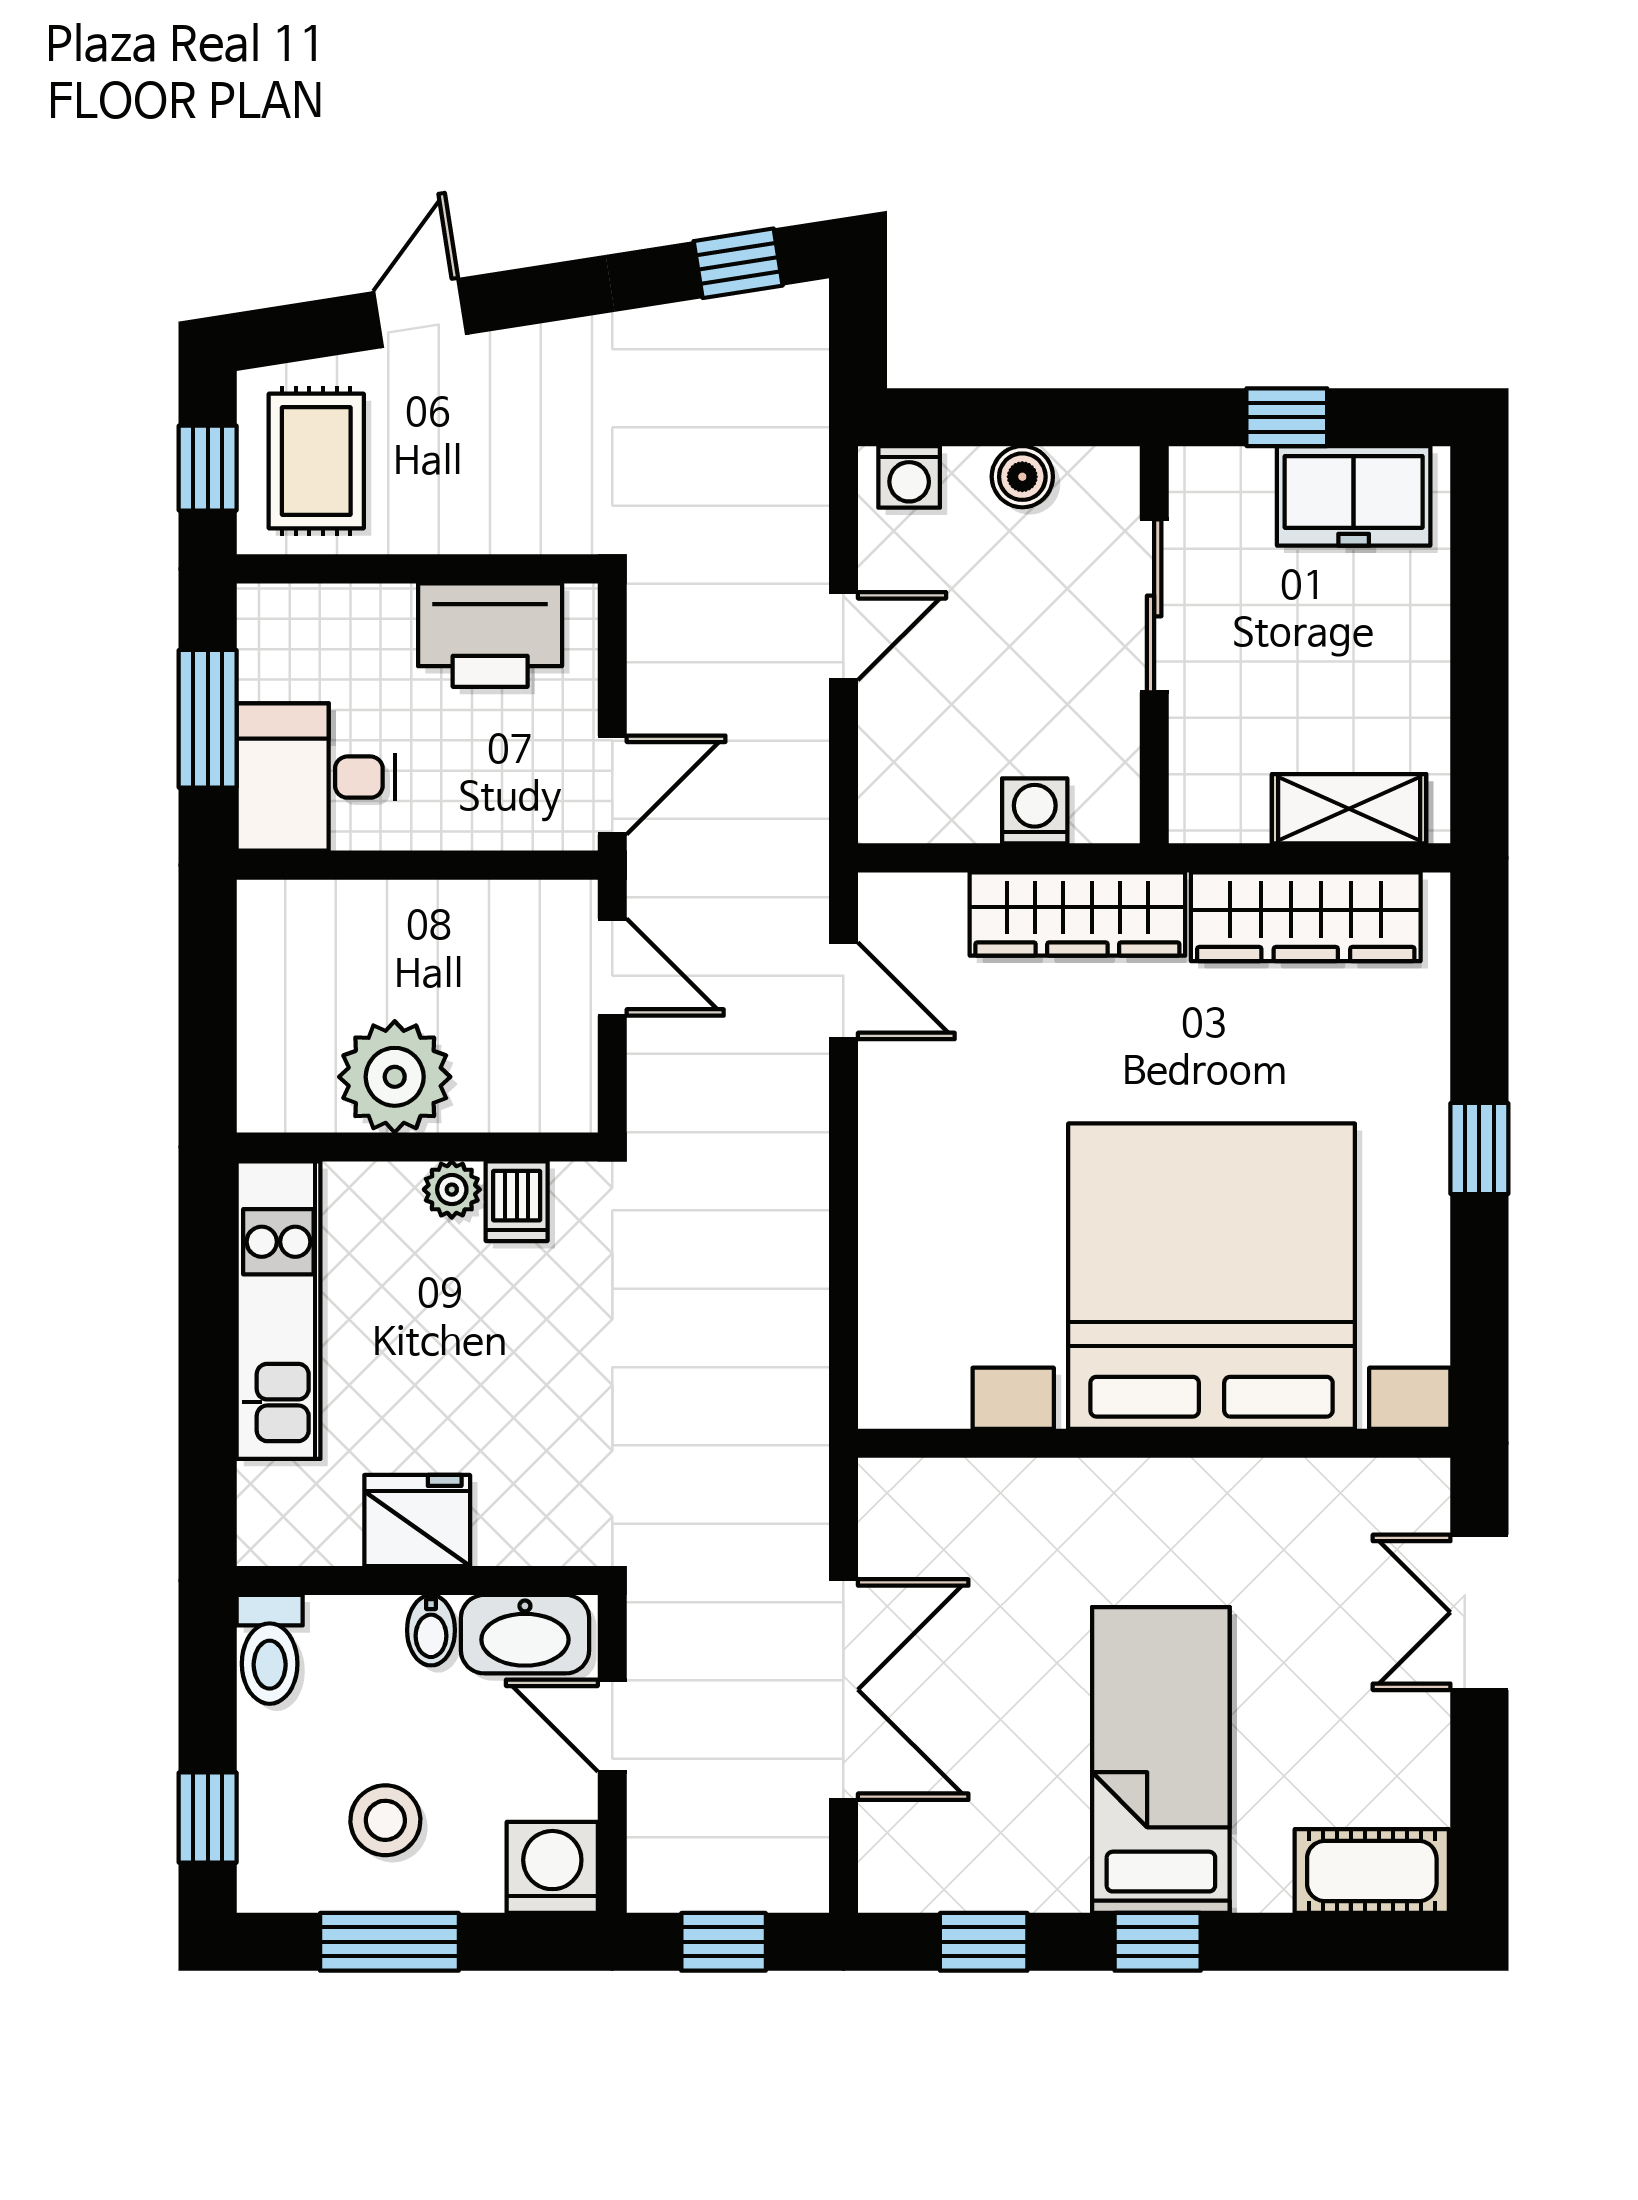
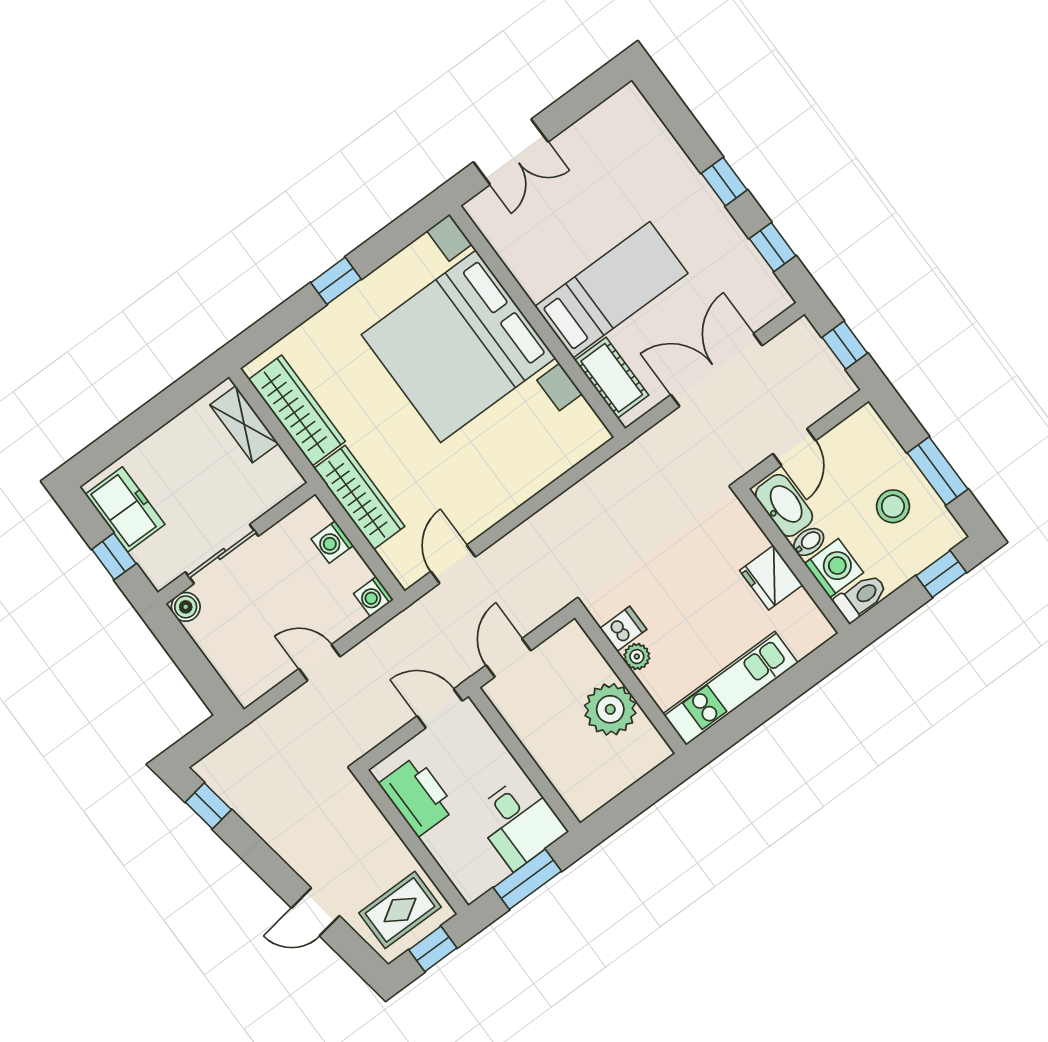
washing machine: (909, 477) -> (373, 597), moved, turned 180
boiler: (1022, 477) -> (186, 607), moved
bed: (1161, 1760) -> (611, 290), moved, turned 180
washing machine: (552, 1867) -> (834, 568), moved, turned 180
cot: (1372, 1871) -> (612, 378), moved

